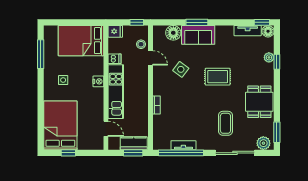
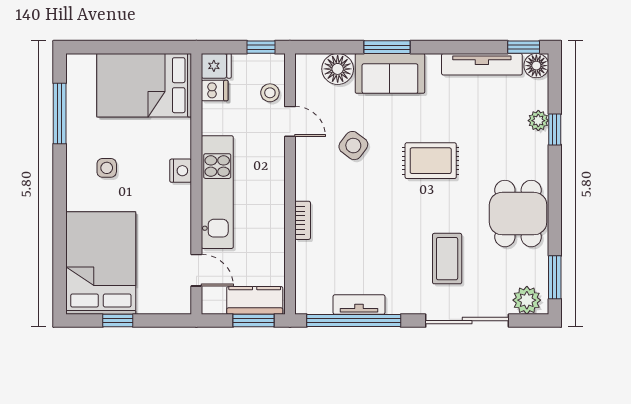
tv unit: (248, 31) -> (482, 64), width x1.41
dishwasher: (115, 59) -> (215, 91), moved

